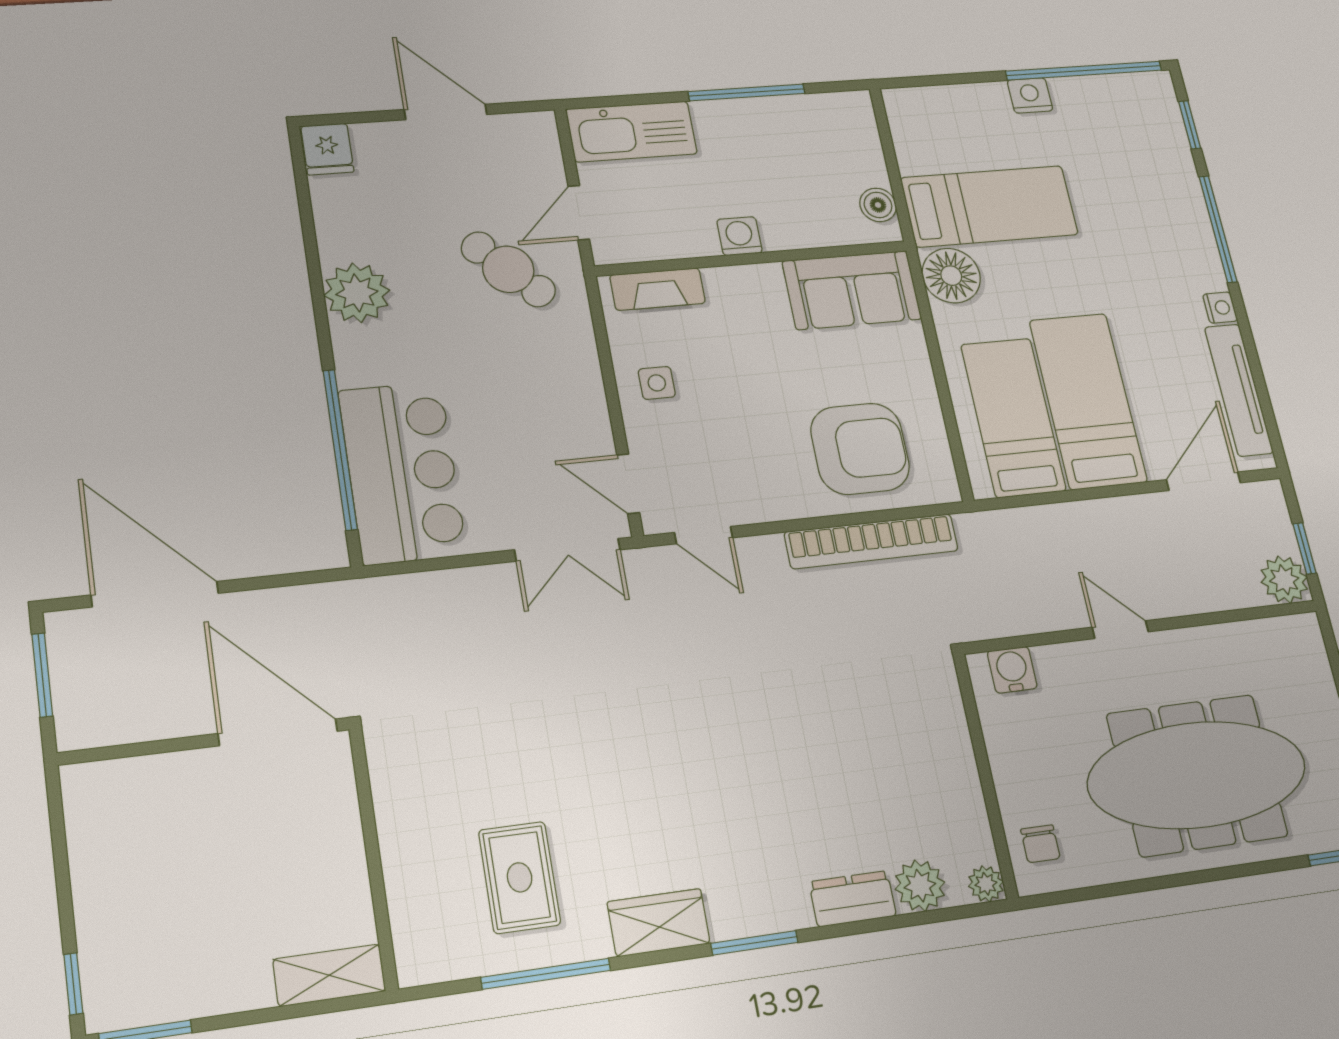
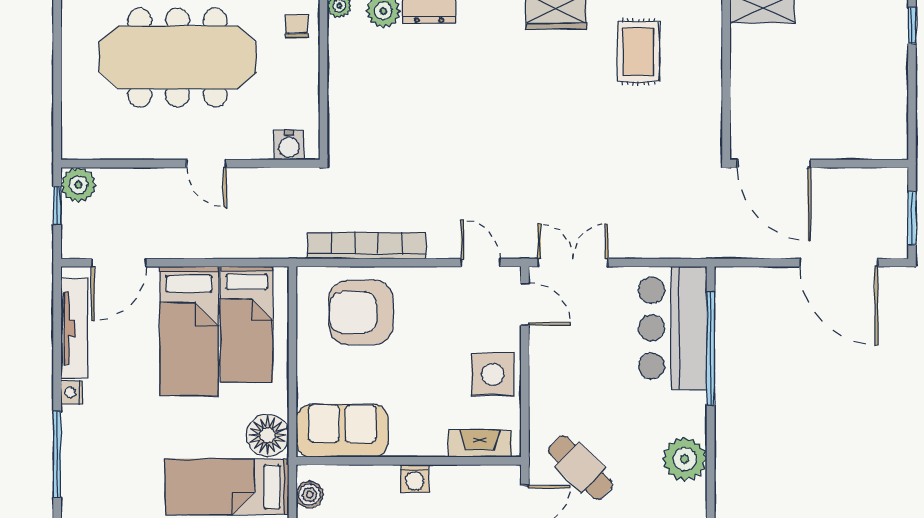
side table: (657, 383) -> (493, 374), width x1.87, depth x1.87

